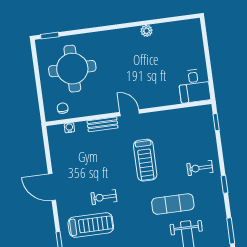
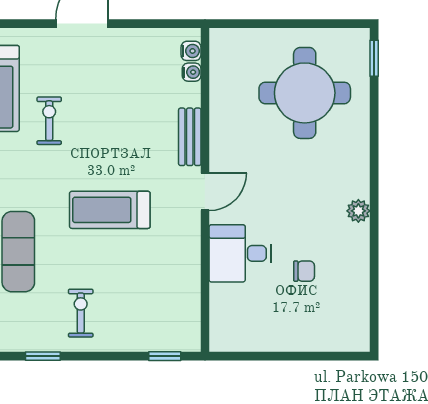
plant: (147, 31) -> (358, 211), moved
desk: (194, 86) -> (240, 253), moved
chair: (63, 108) -> (304, 271), moved
water cooler: (59, 130) -> (191, 51), added

